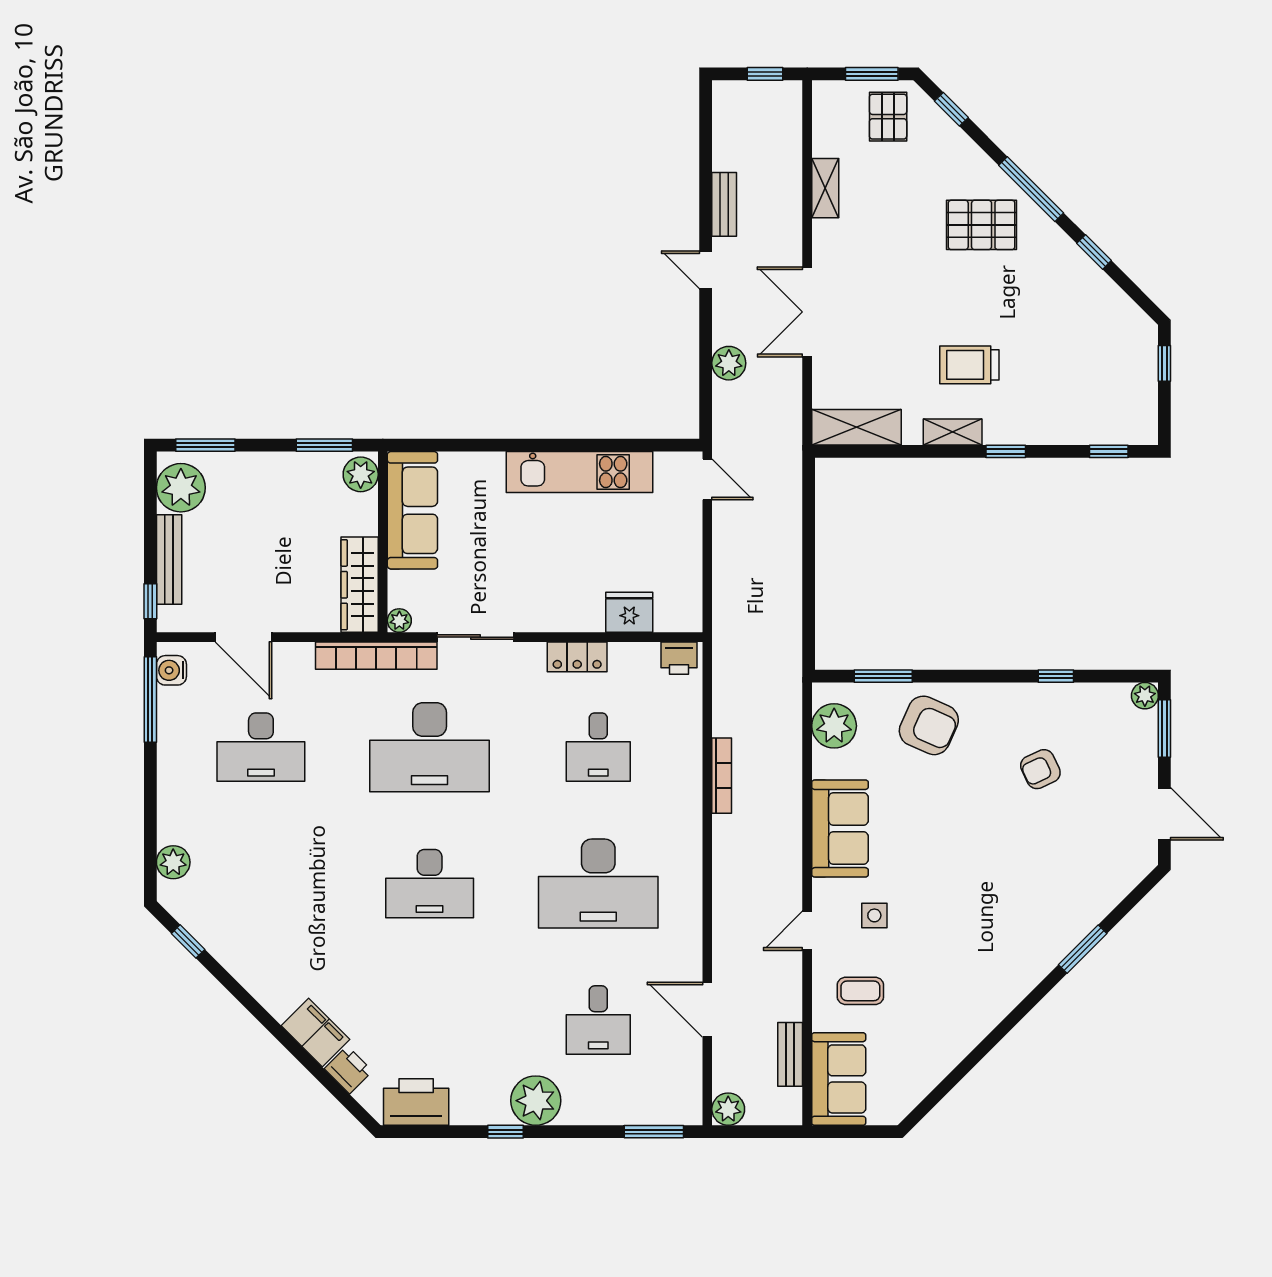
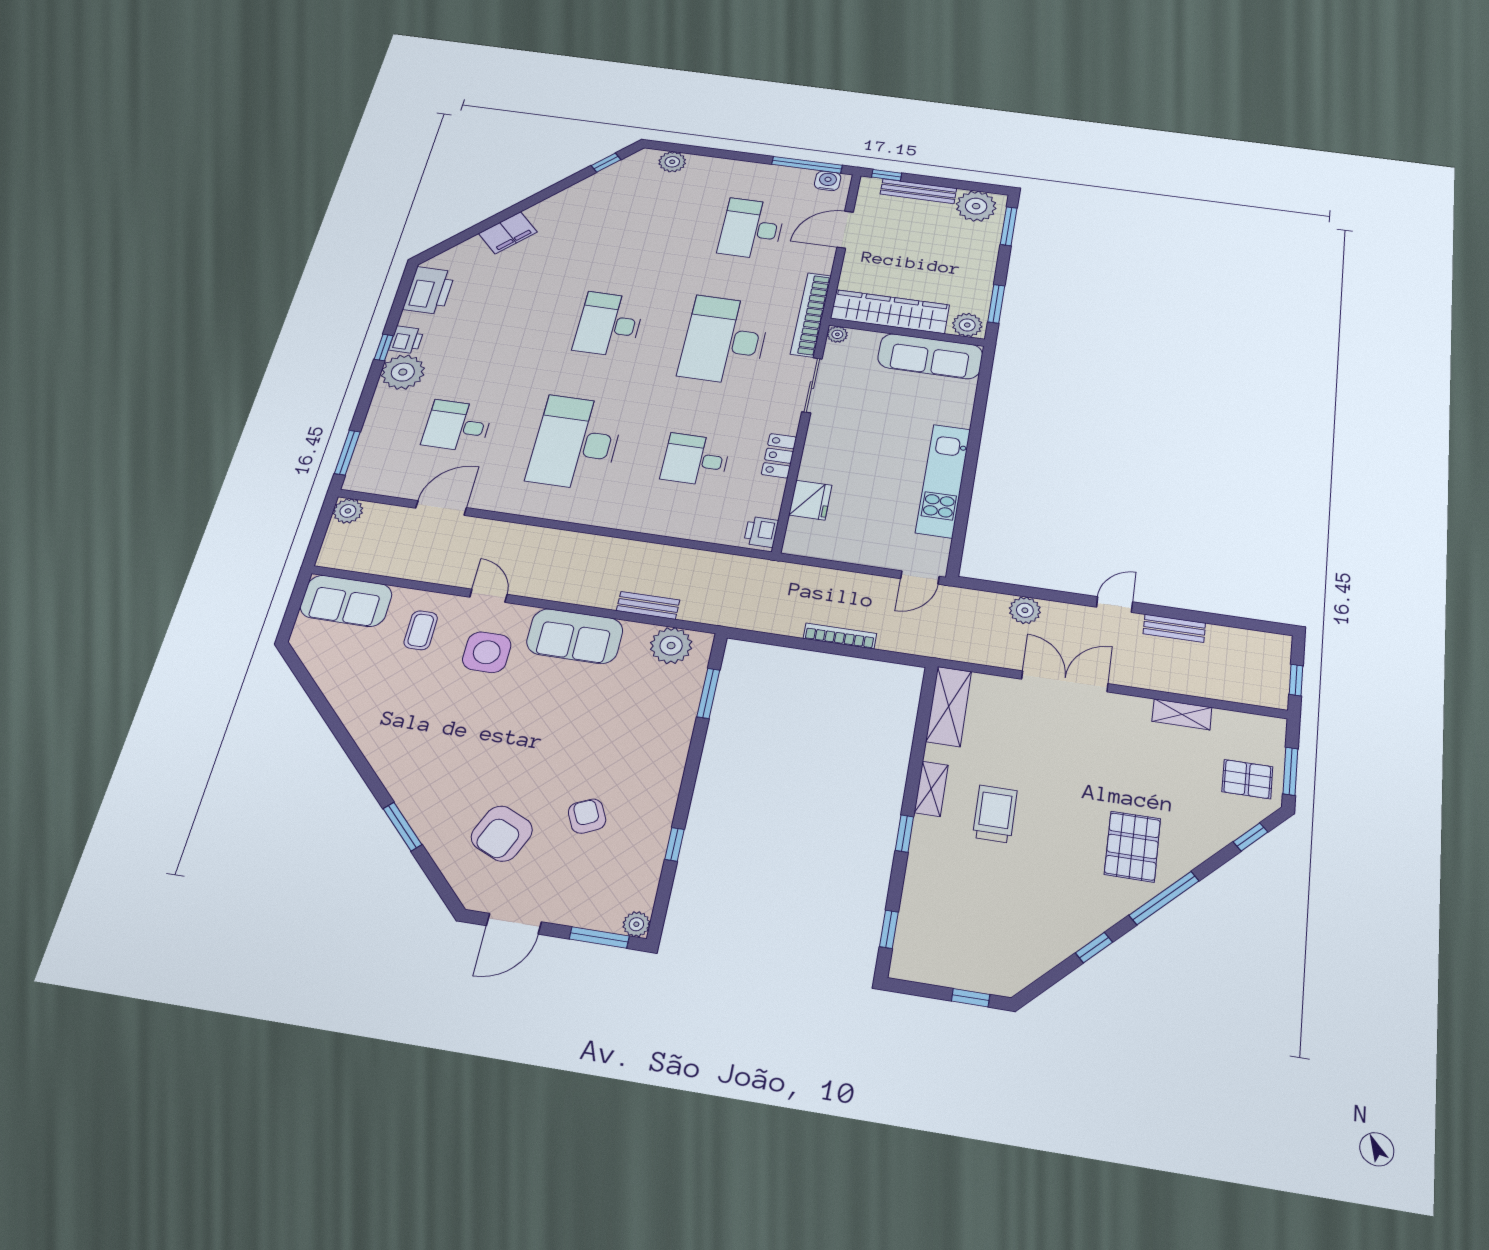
wardrobe: (360, 585) -> (890, 312), width x1.40, depth x1.17
armchair: (929, 725) -> (502, 834), moved
bookcase: (722, 776) -> (840, 636), moved, turned 180
side table: (874, 915) -> (487, 652), width x1.87, depth x1.87
bench: (790, 1054) -> (648, 605), moved
printer: (349, 1070) -> (406, 340), moved, turned -45

